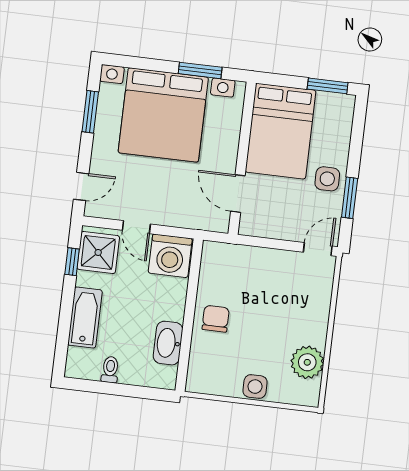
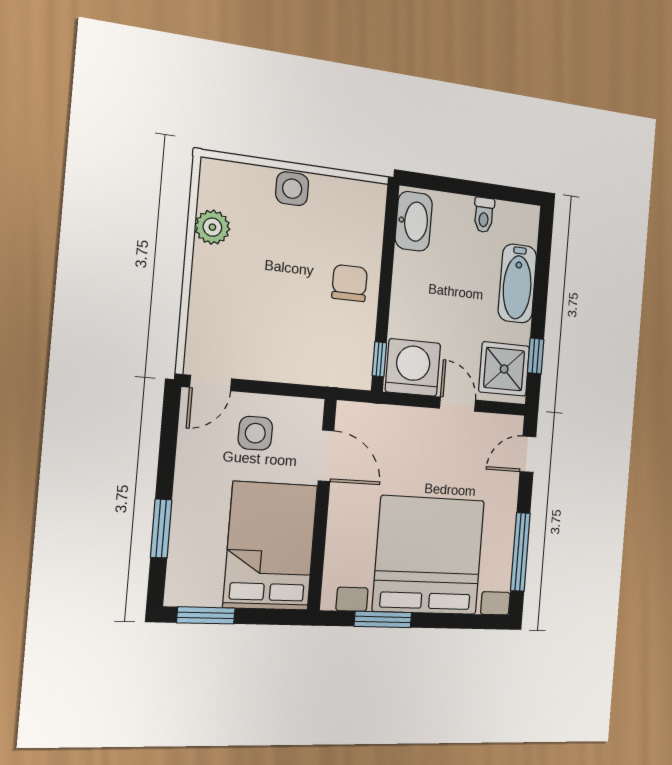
window: (90, 112) -> (520, 552), width x1.44
side table: (327, 179) -> (255, 433), moved
window: (350, 198) -> (161, 529), moved
window: (196, 262) -> (379, 359), added
chair: (216, 319) -> (350, 283), turned 180
washbasin: (168, 343) -> (414, 221), moved
plant: (307, 362) -> (212, 227), width x0.73, depth x0.73

